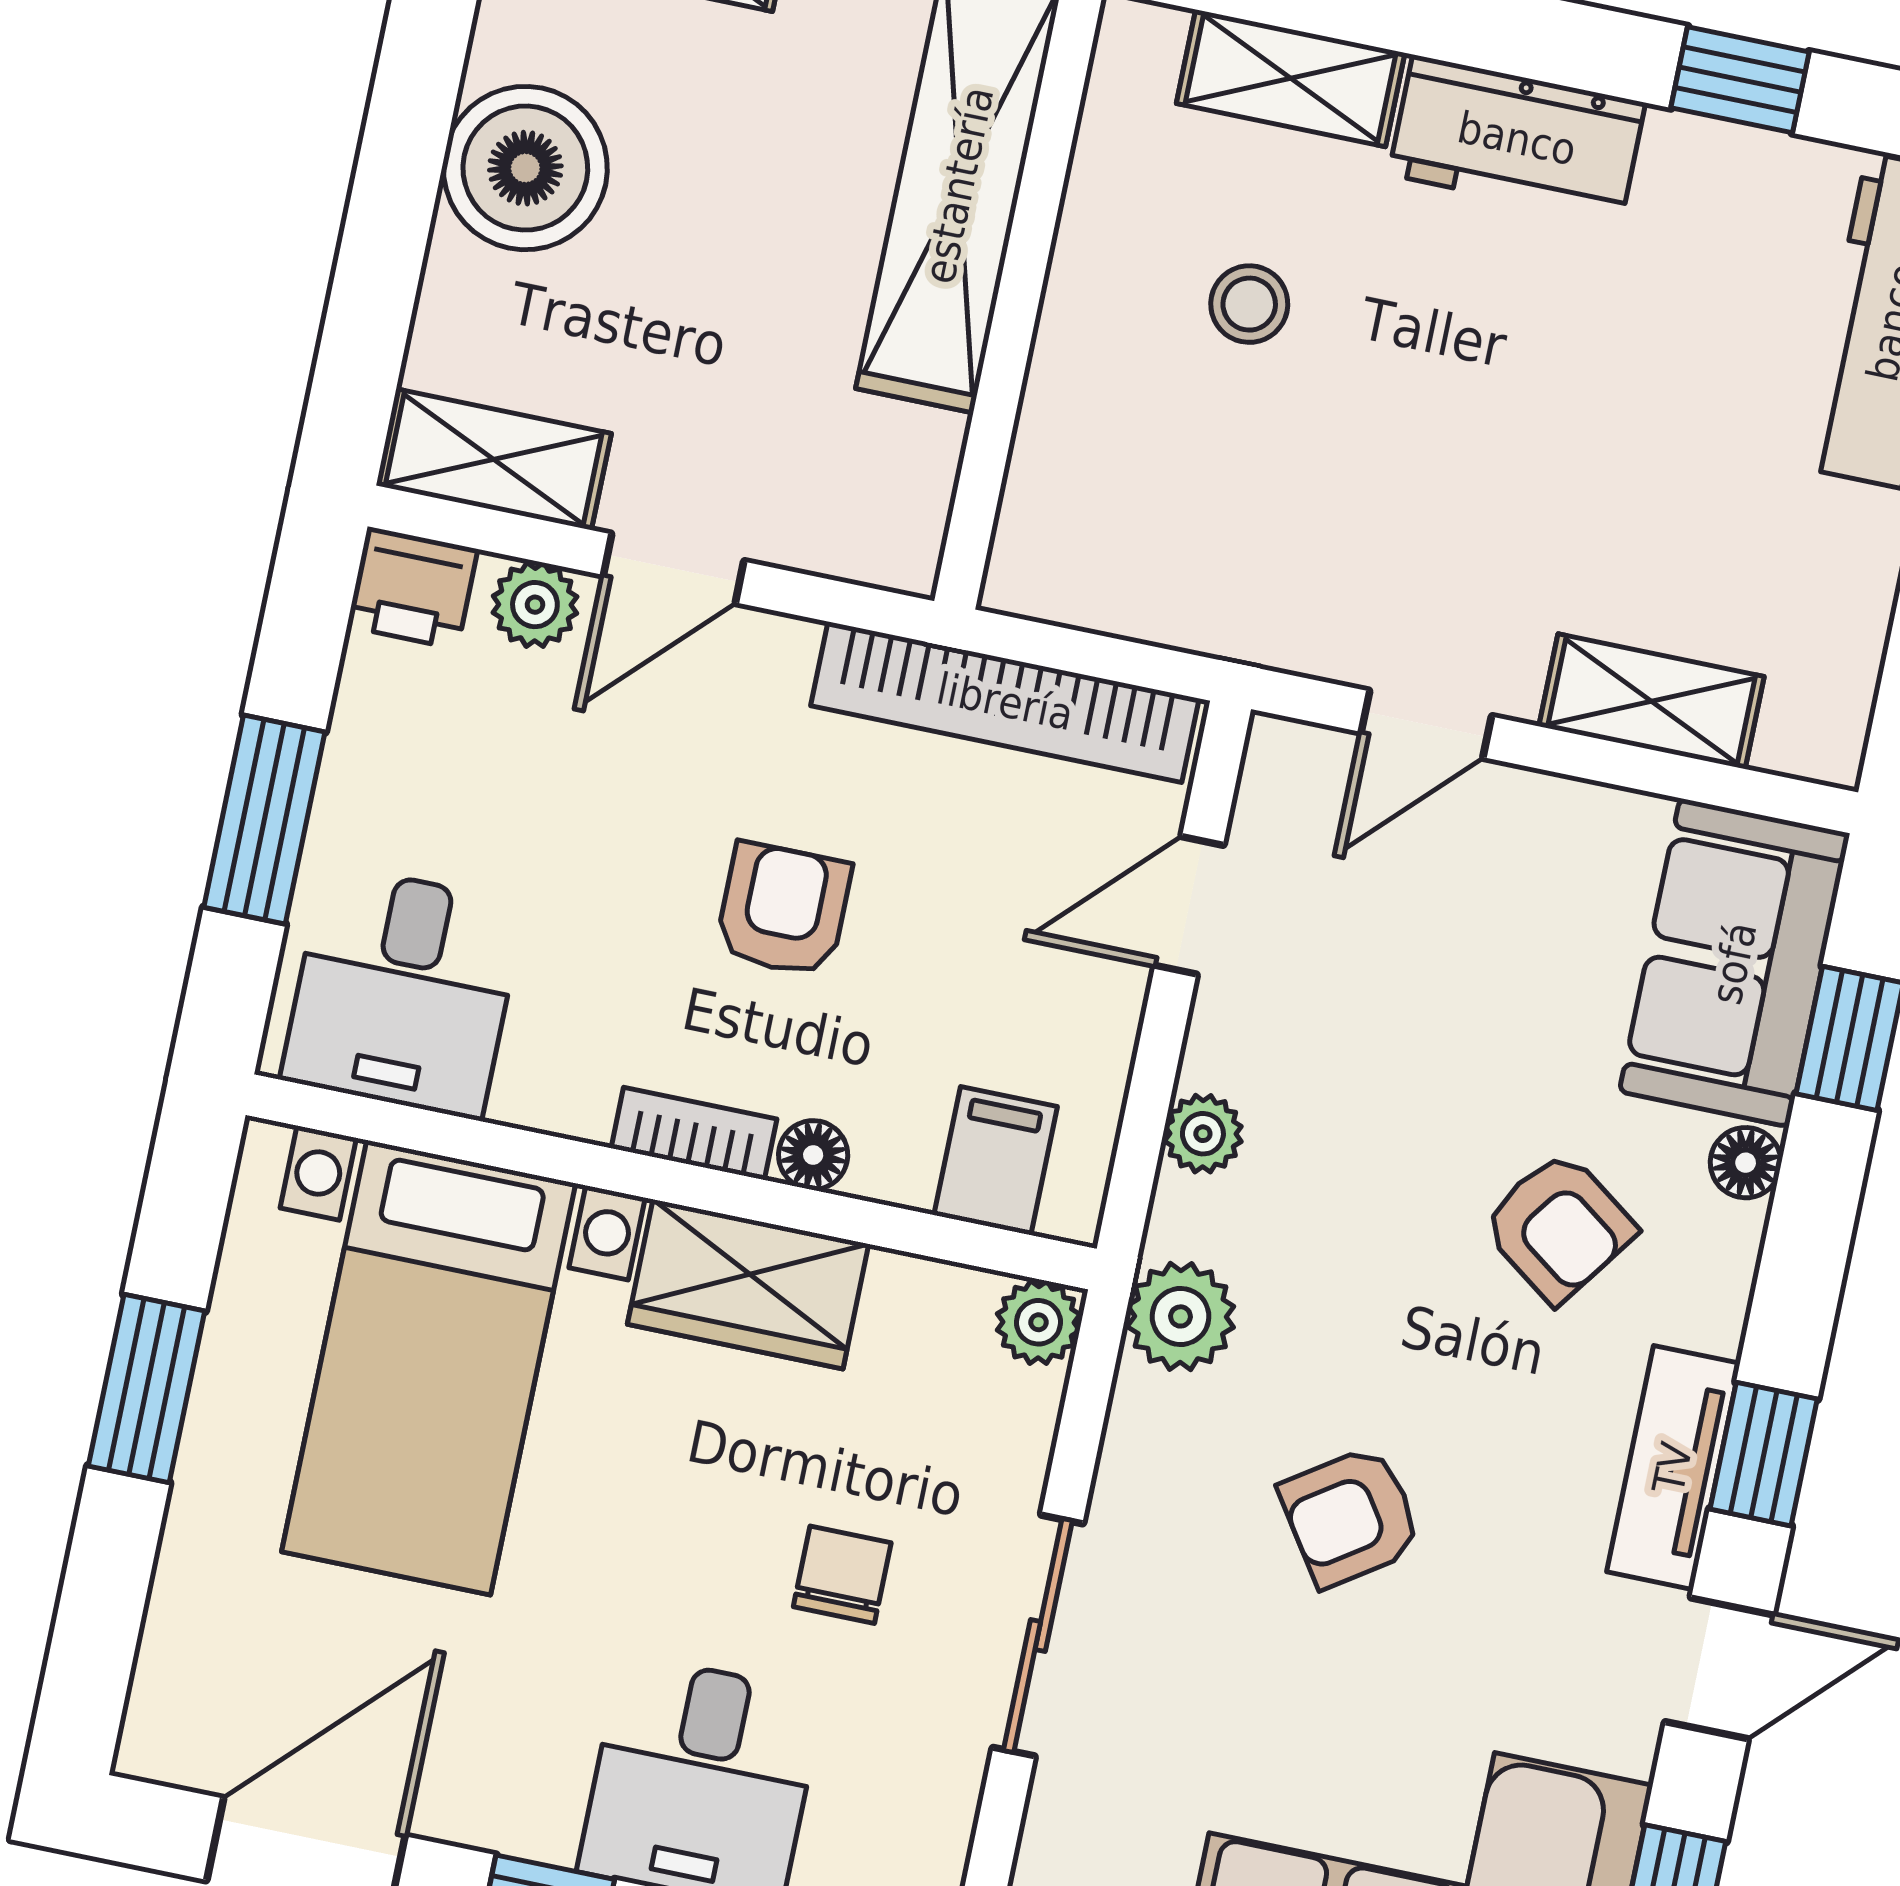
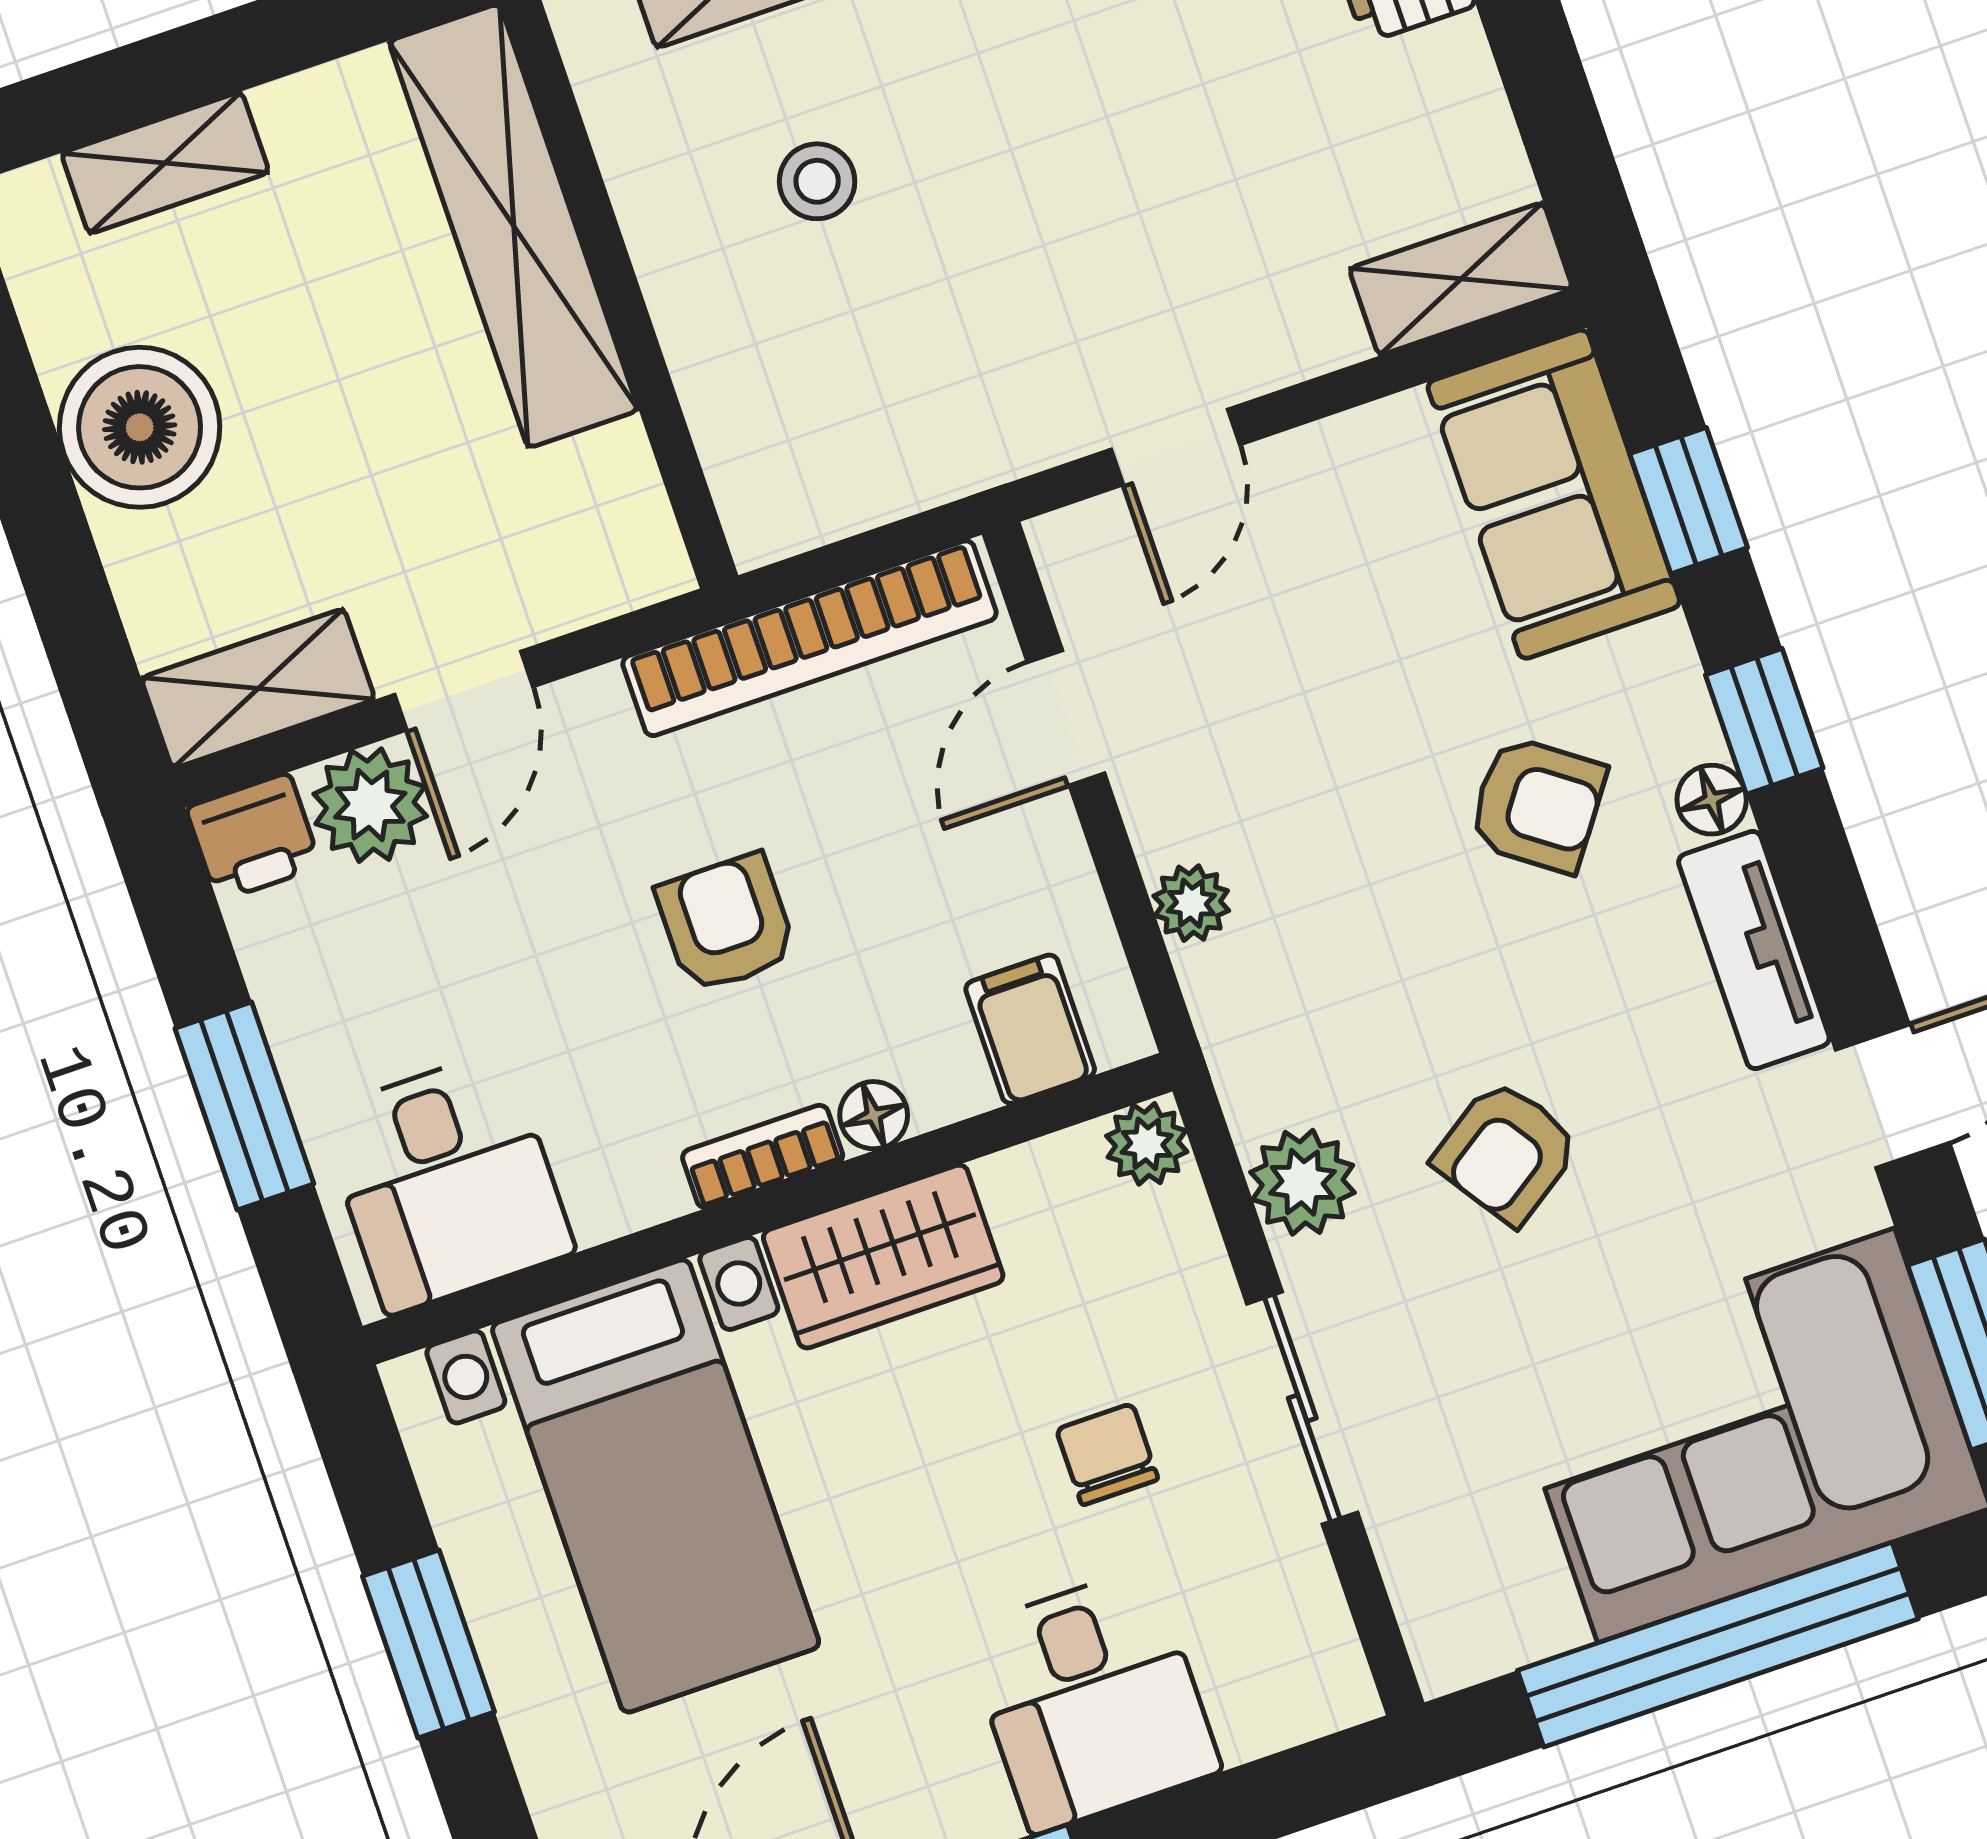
plant: (535, 605) -> (370, 805), width x1.38, depth x1.38
shelving: (1652, 701) -> (1461, 279), moved
floor lamp: (1746, 1163) -> (1712, 800), moved
plant: (1181, 1316) -> (1303, 1182), moved
window: (1764, 1454) -> (1764, 721), moved

